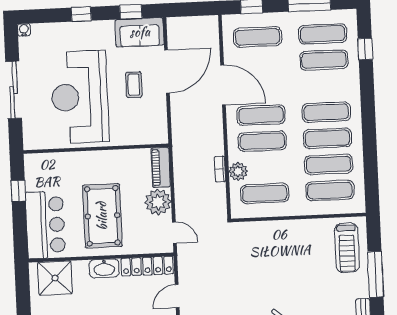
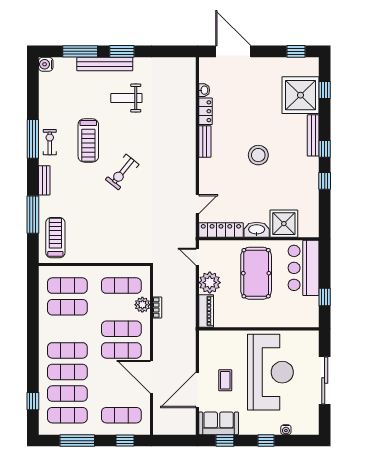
water cooler: (24, 30) -> (286, 430), moved
exercise mat: (327, 138) -> (67, 372), moved
shower: (55, 278) -> (284, 224), moved

